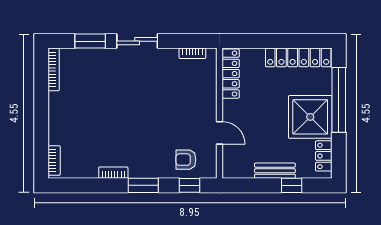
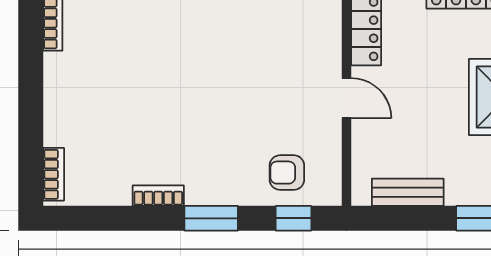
door: (220, 133) -> (347, 98), moved
bench: (275, 171) -> (408, 192), moved

